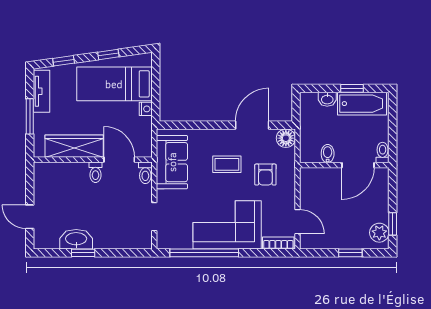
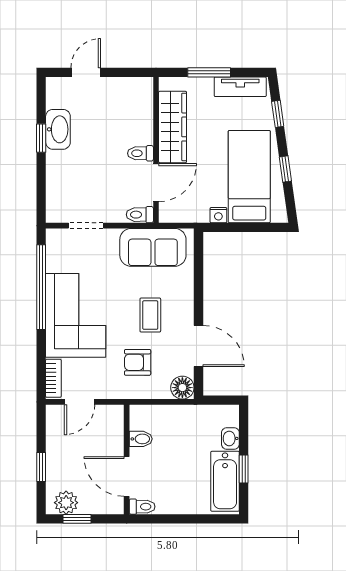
toilet: (383, 153) -> (142, 507), moved
bidet: (328, 154) -> (141, 439), moved
wall: (344, 165) -> (127, 460), moved
door: (358, 165) -> (127, 476), moved

